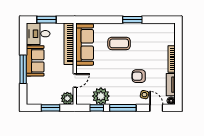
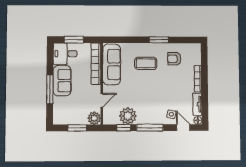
armchair: (139, 76) -> (174, 59), moved

